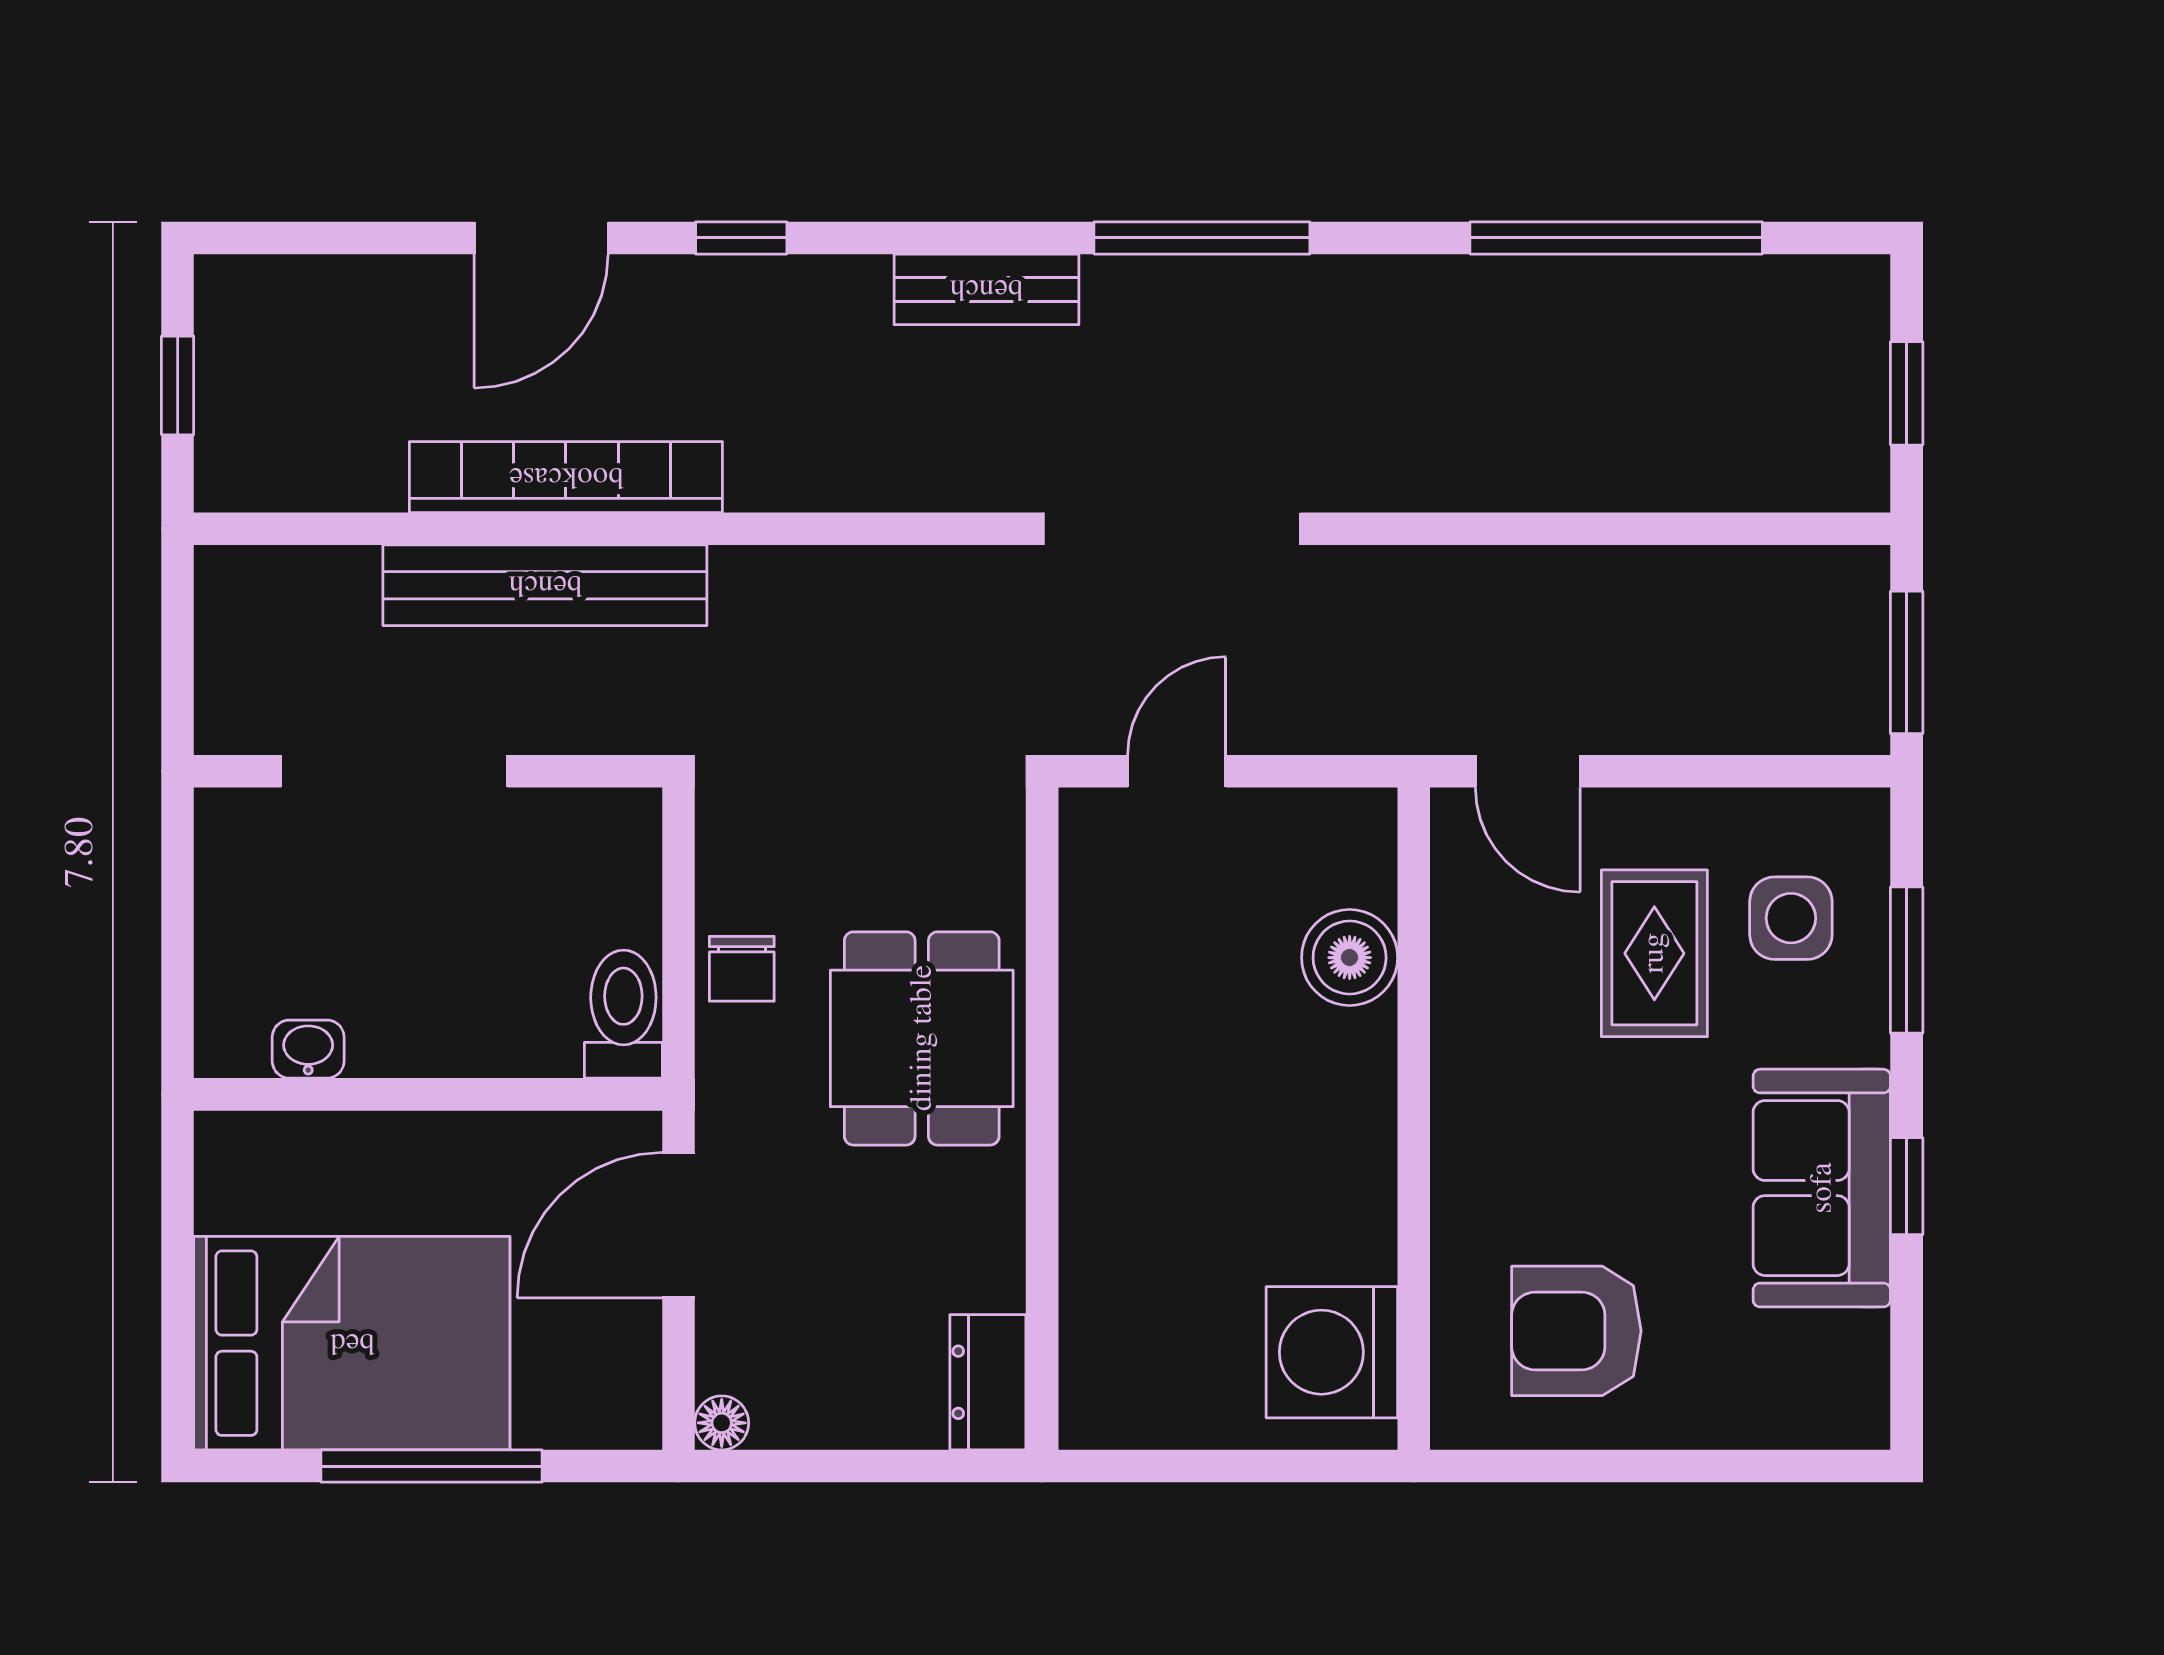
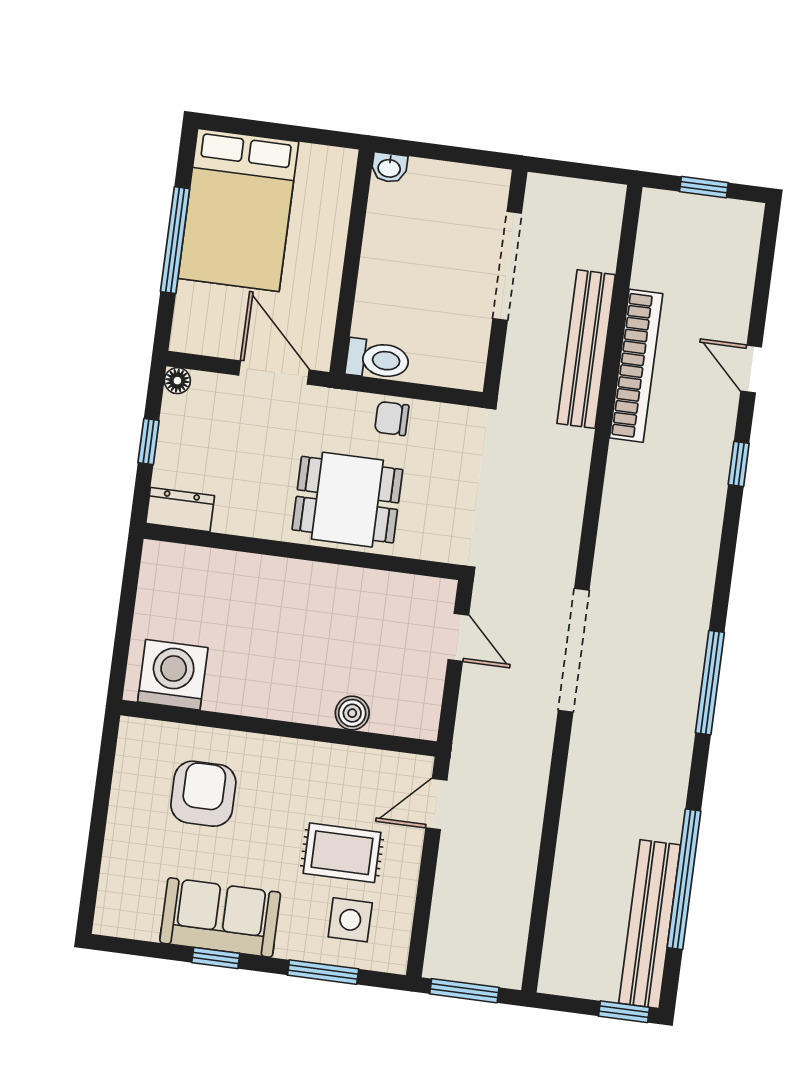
door: (541, 238) -> (751, 369), width x0.73
bench: (986, 289) -> (650, 924), moved, width x1.86, depth x1.21
window: (1907, 393) -> (624, 1012), moved
boiler: (1350, 958) -> (352, 713), width x0.73, depth x0.73
washbasin: (308, 1049) -> (389, 168), moved, turned 90
armchair: (1576, 1331) -> (203, 794), moved
window: (856, 1466) -> (149, 442), added

